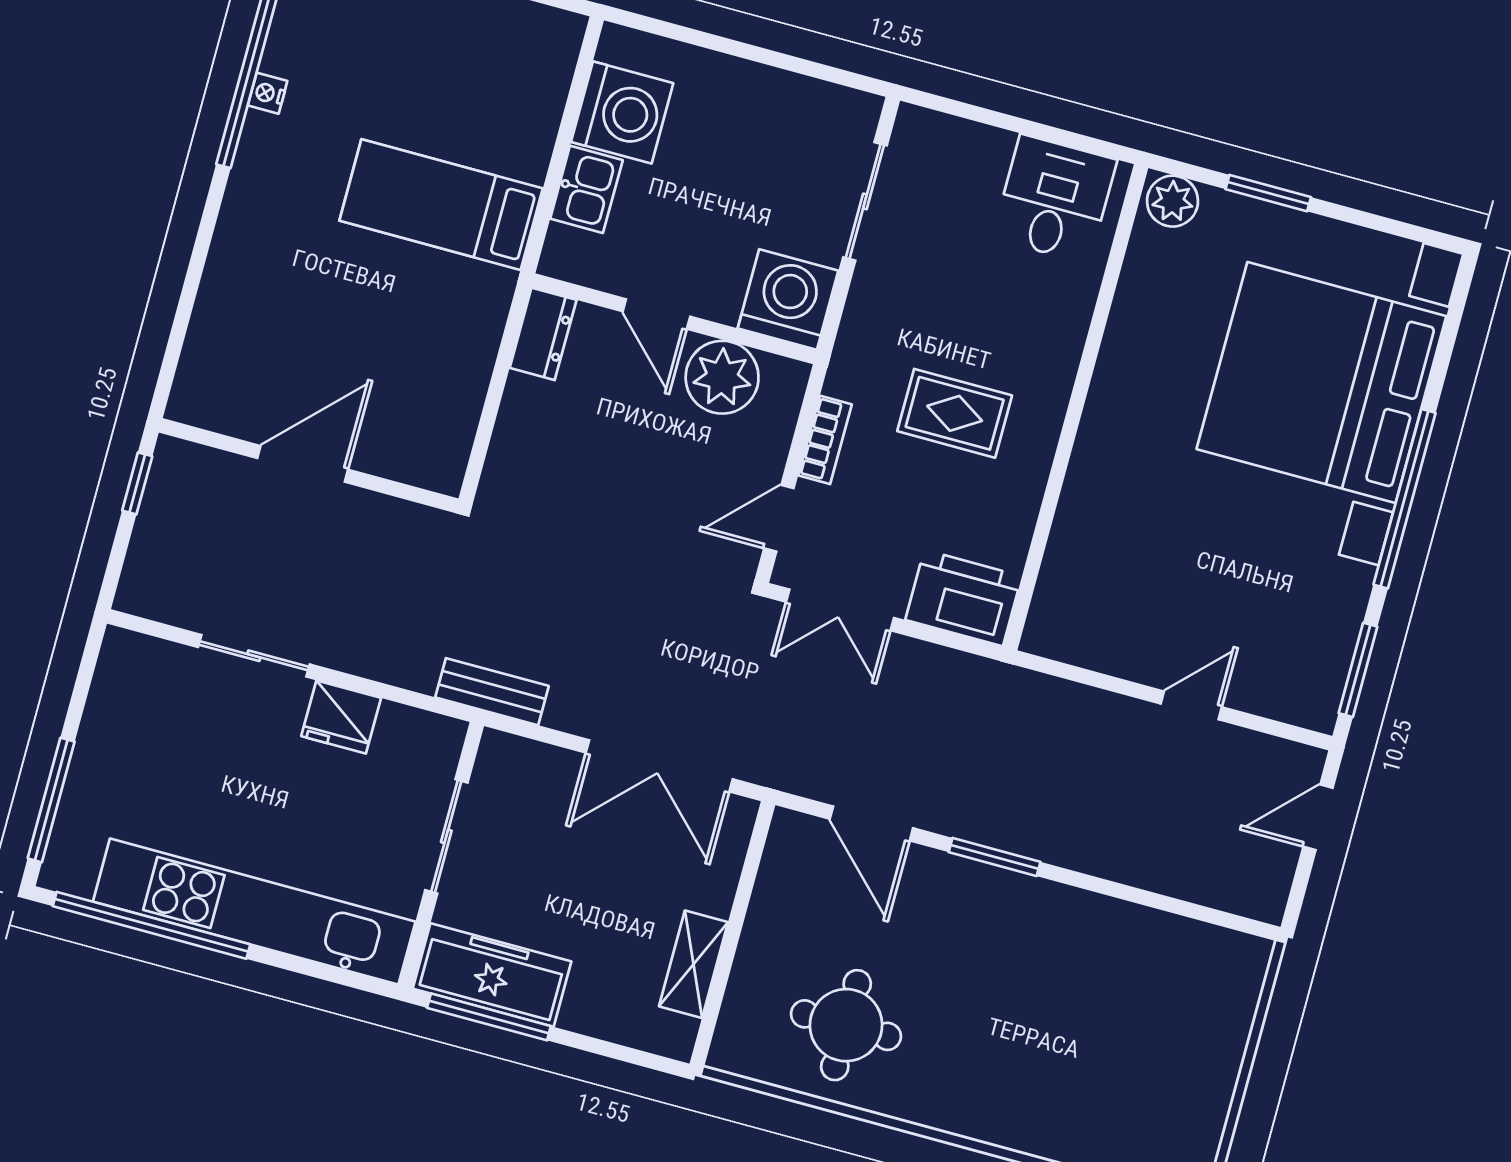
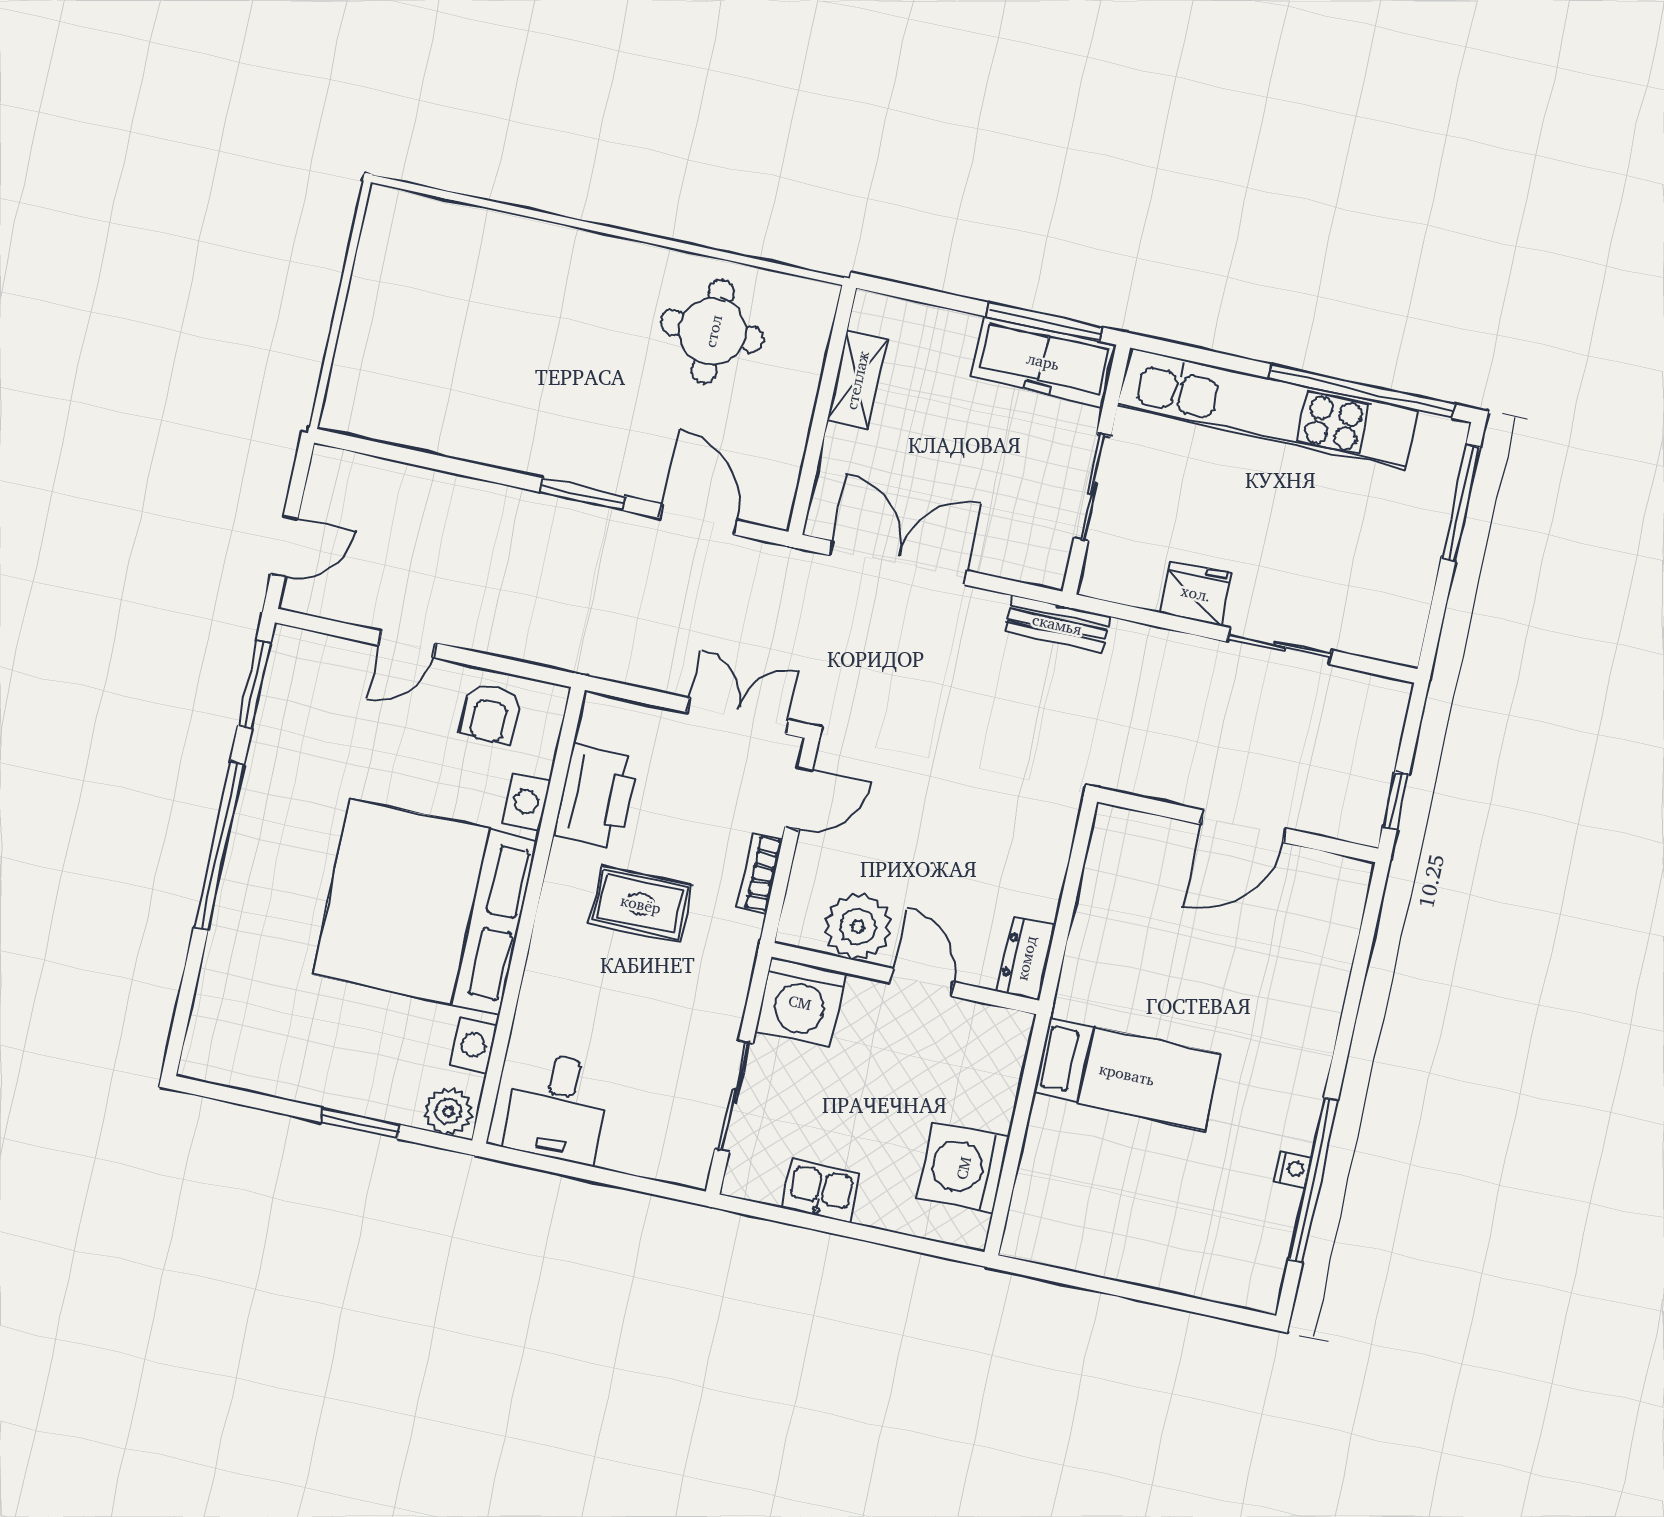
kitchen sink: (586, 189) -> (821, 1191), moved, turned 90
bed with nightstands: (1321, 383) -> (425, 907), moved, turned 180
printer: (964, 598) -> (596, 796), moved, turned -90
armchair: (1105, 626) -> (491, 713), added

